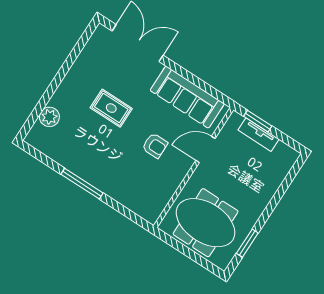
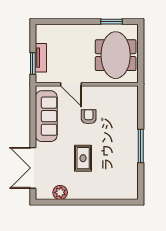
plant: (49, 117) -> (60, 192), moved

